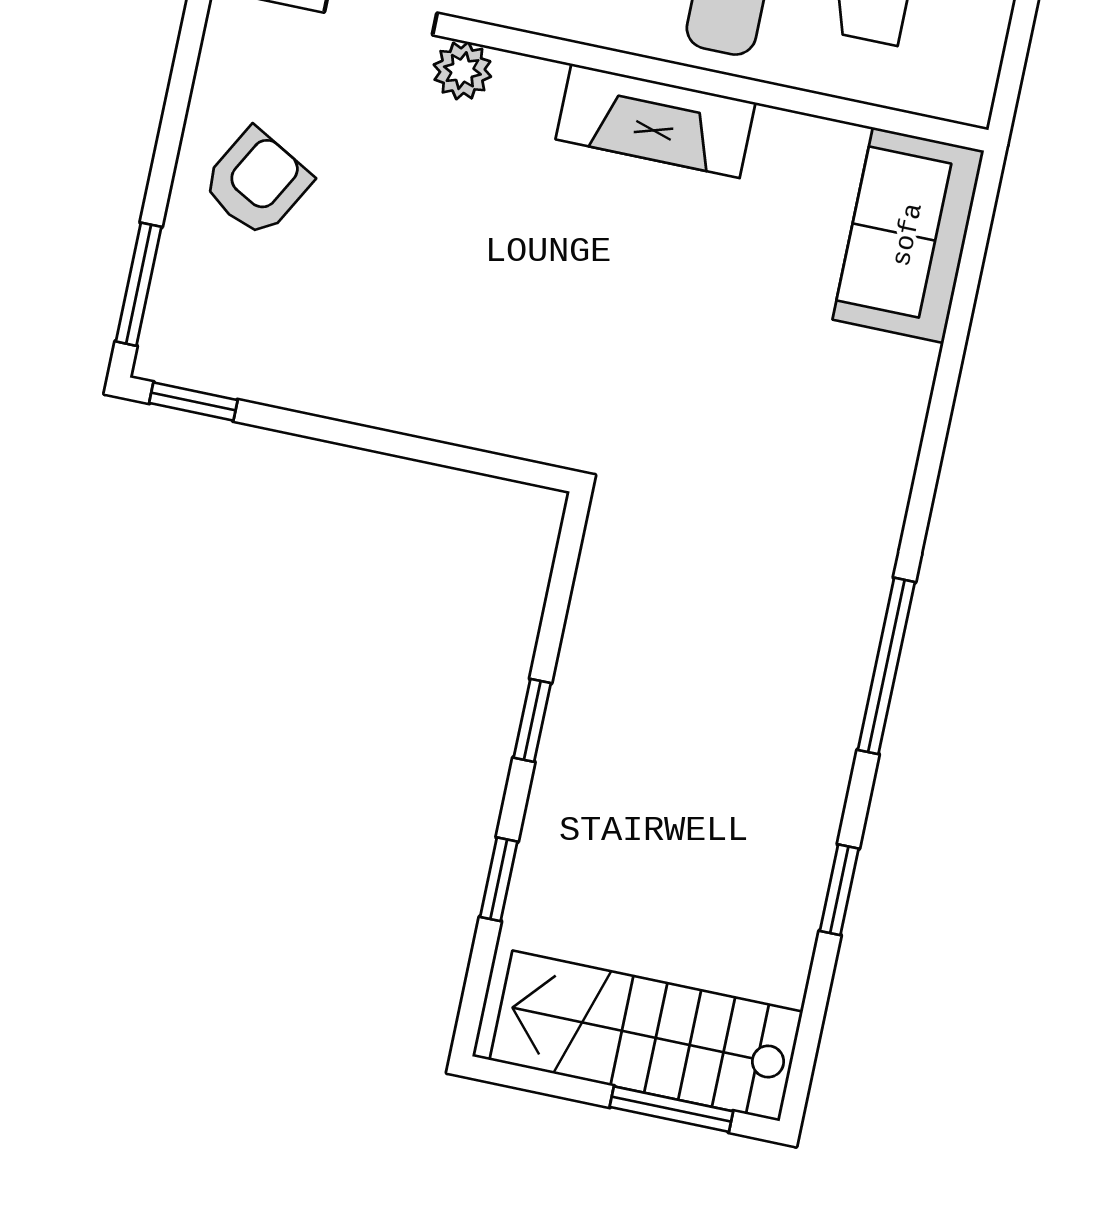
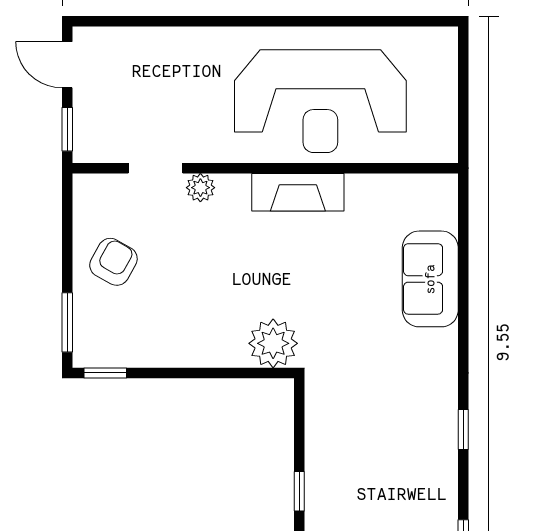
sofa: (908, 235) -> (430, 279), moved
plant: (542, 413) -> (273, 343), added
window: (886, 666) -> (463, 430), width x0.46

